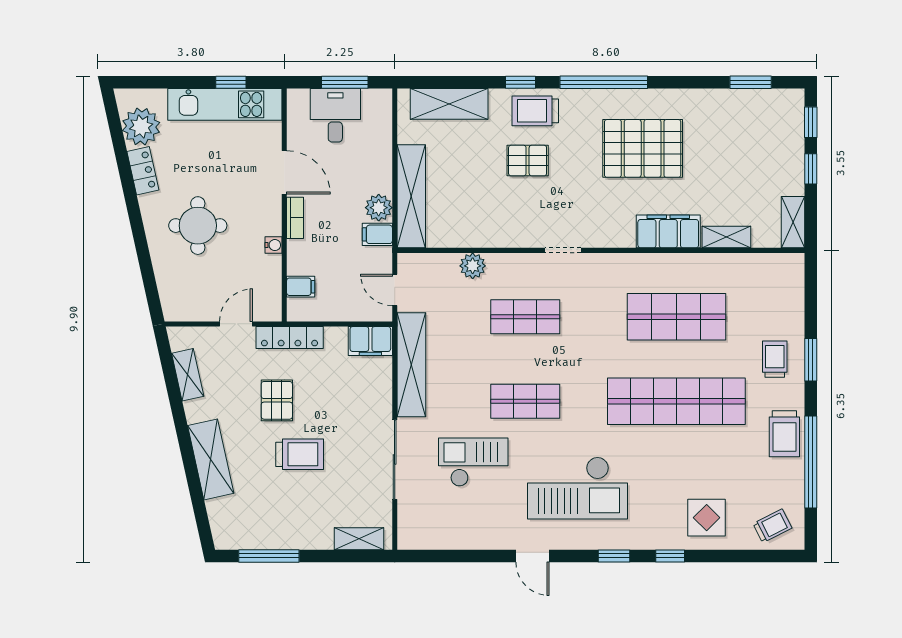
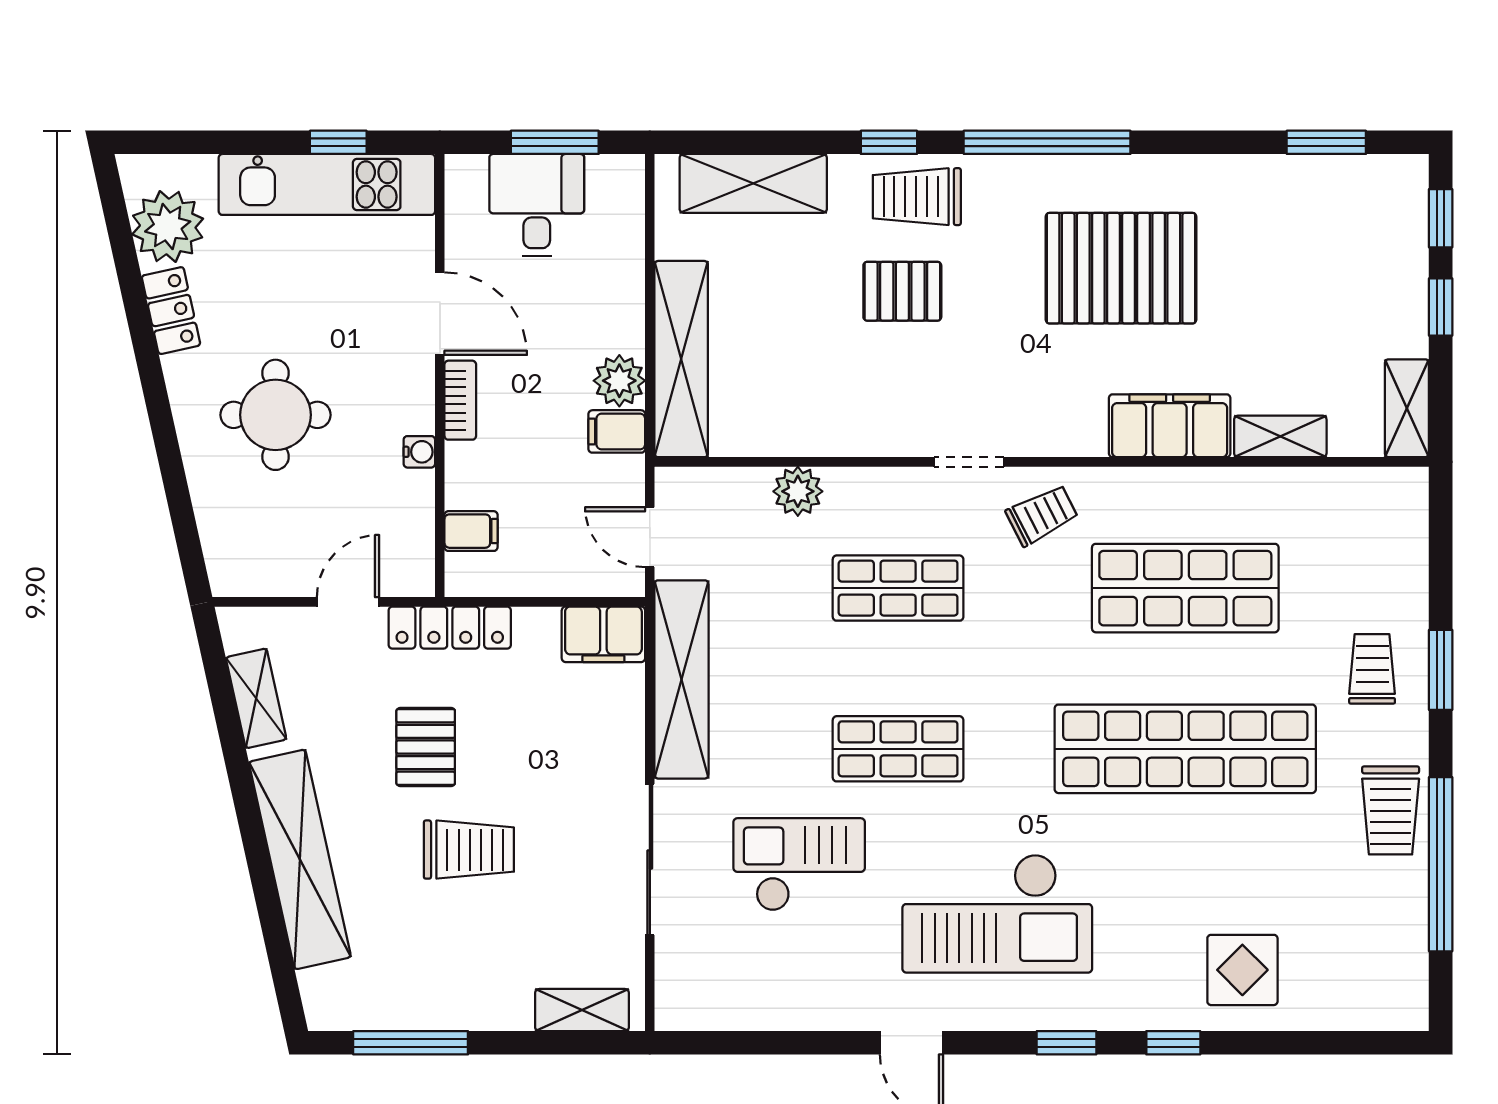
shelving: (211, 459) -> (300, 859), width x1.47
trolley: (772, 526) -> (1042, 515), moved

